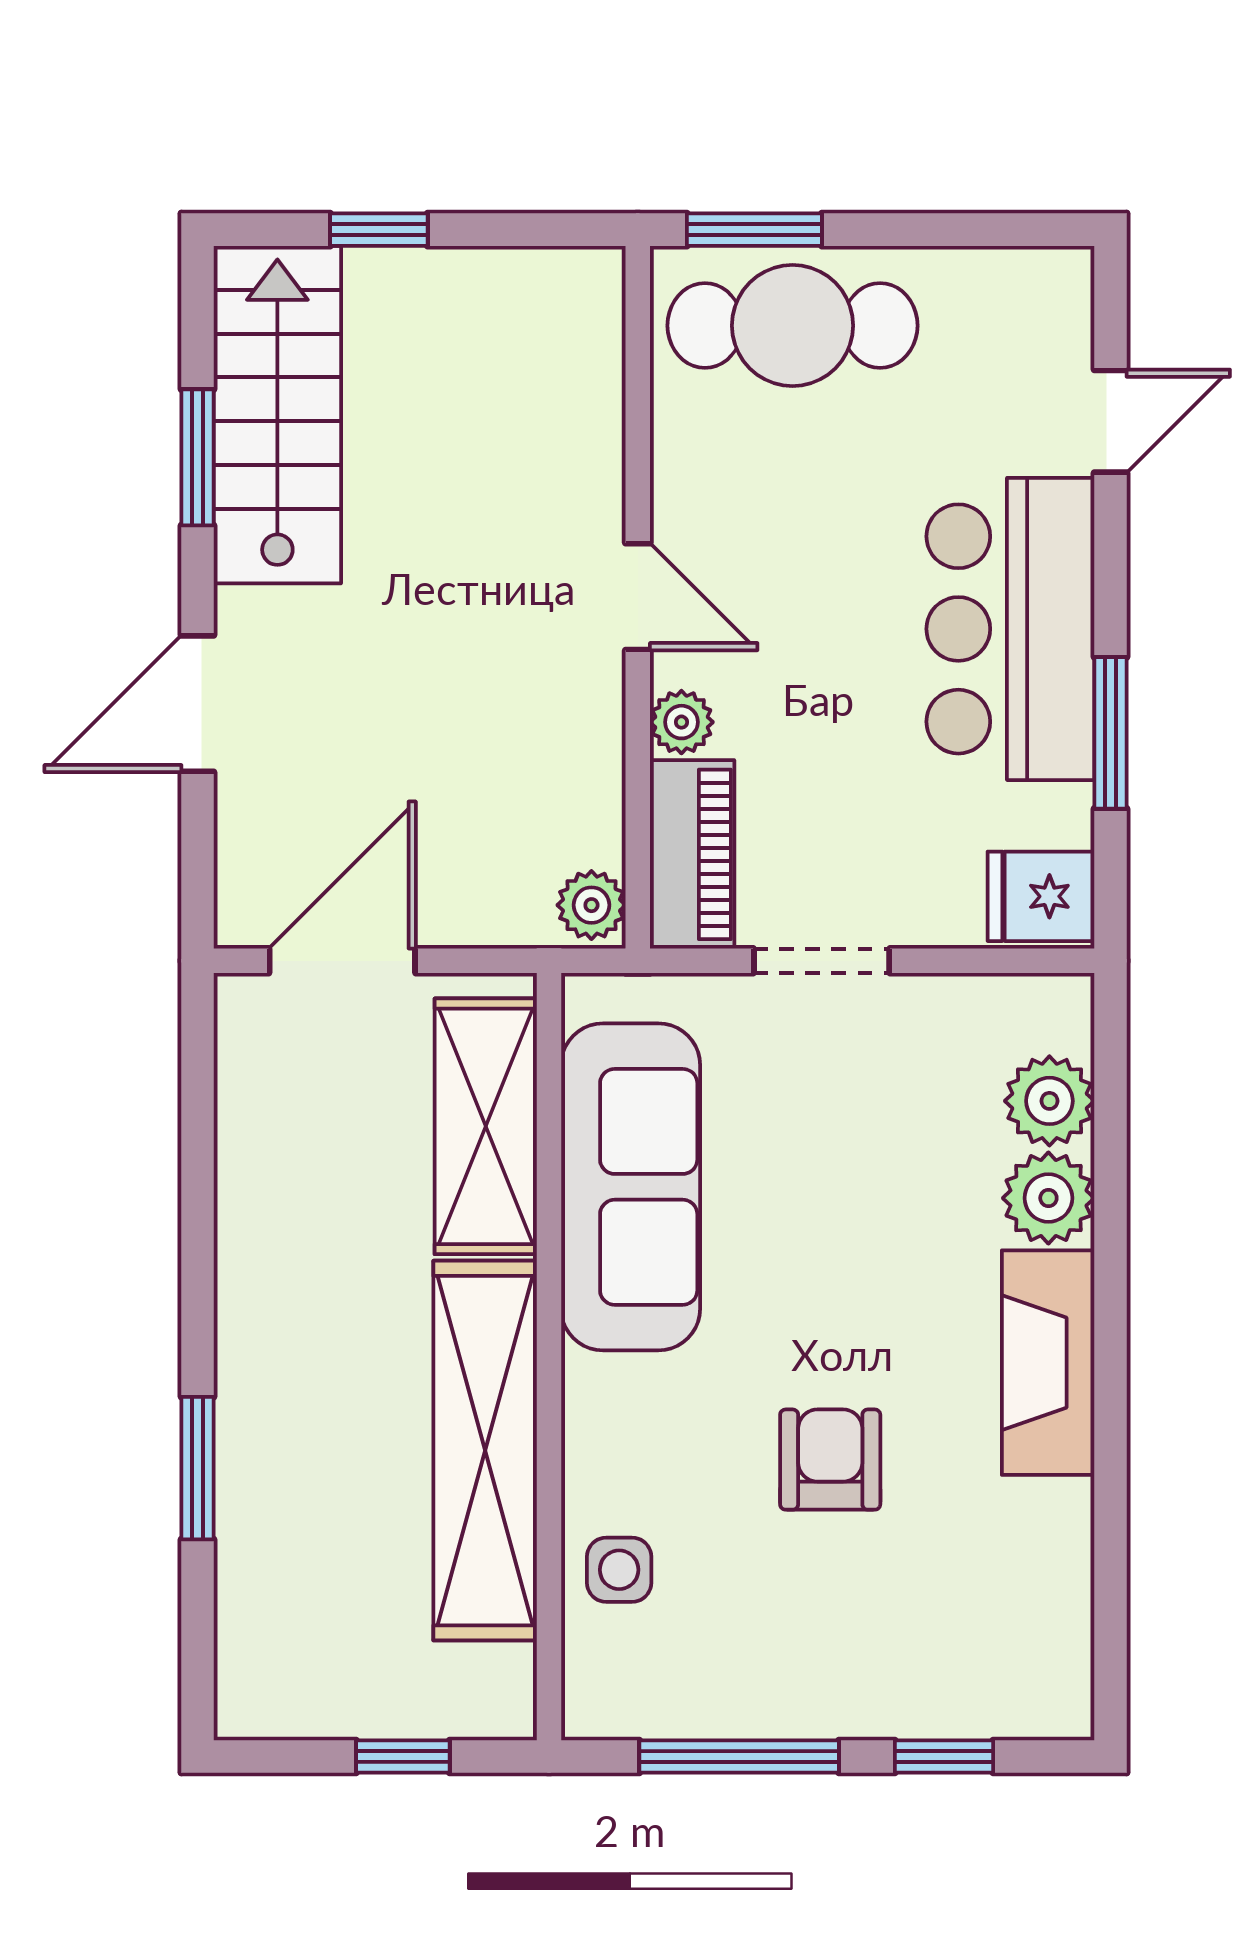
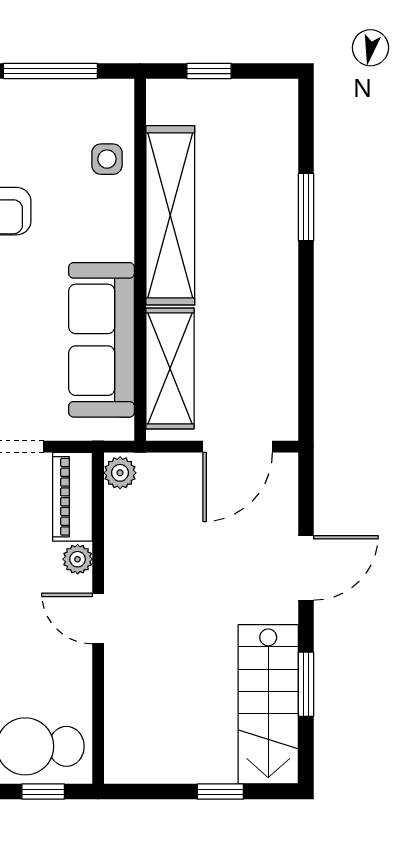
window: (754, 230) -> (43, 792), width x0.67

